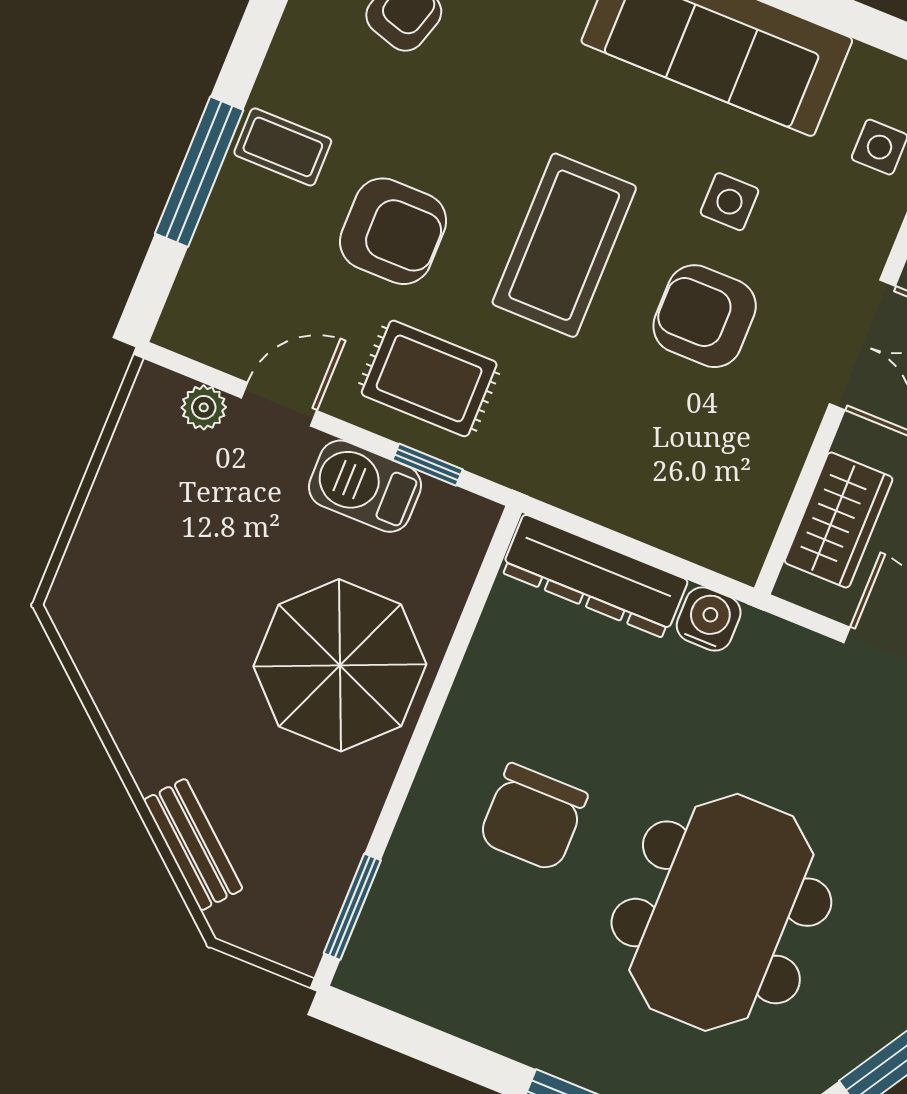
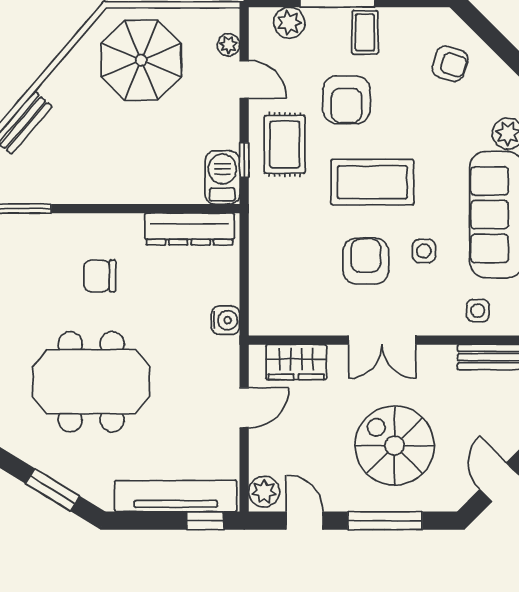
plant: (208, 279) -> (289, 23), added
barbecue: (365, 486) -> (222, 177), moved
dresser: (594, 576) -> (189, 229), moved, turned -90
parasol: (340, 665) -> (141, 60), moved
chair: (533, 817) -> (100, 276), width x0.73, depth x0.73

